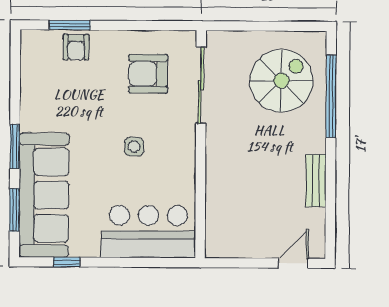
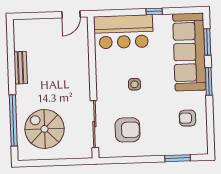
armchair: (76, 47) -> (187, 118), moved, turned -90
spiral stairs: (281, 81) -> (44, 129), turned 90
window: (67, 262) -> (154, 11), moved
door: (293, 263) -> (71, 14), moved

